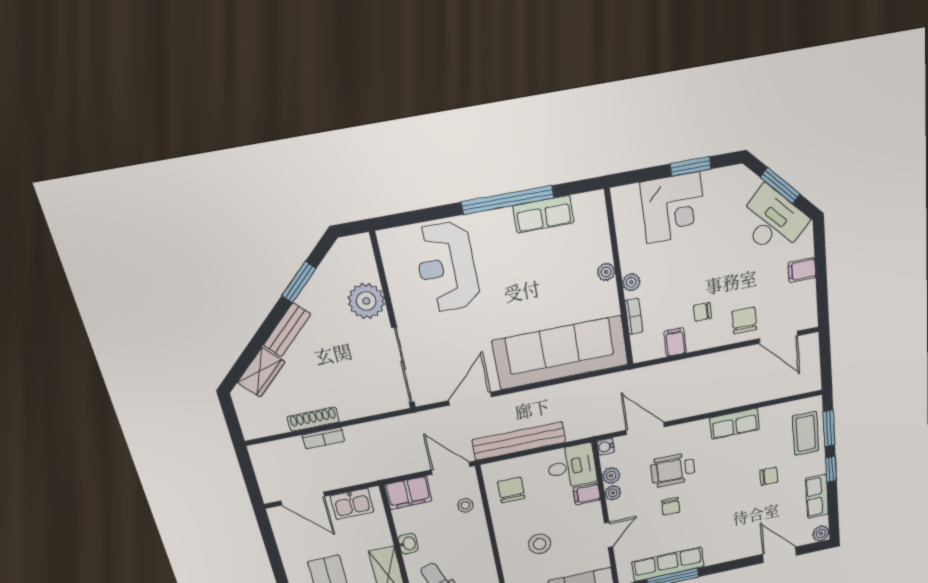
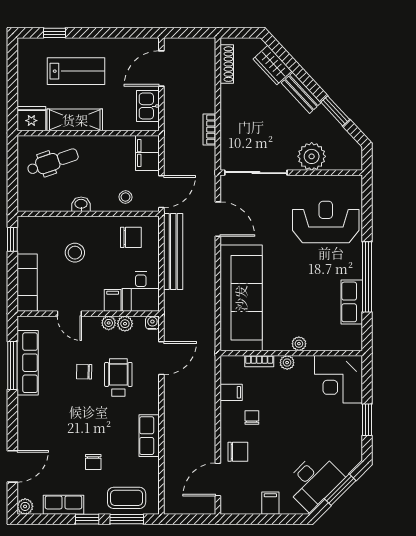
corner desk: (673, 208) -> (338, 379), moved
shoe rack: (313, 419) -> (227, 64), moved
bookcase: (323, 438) -> (209, 130), moved
washbasin: (408, 544) -> (81, 204), moved, turned 180

